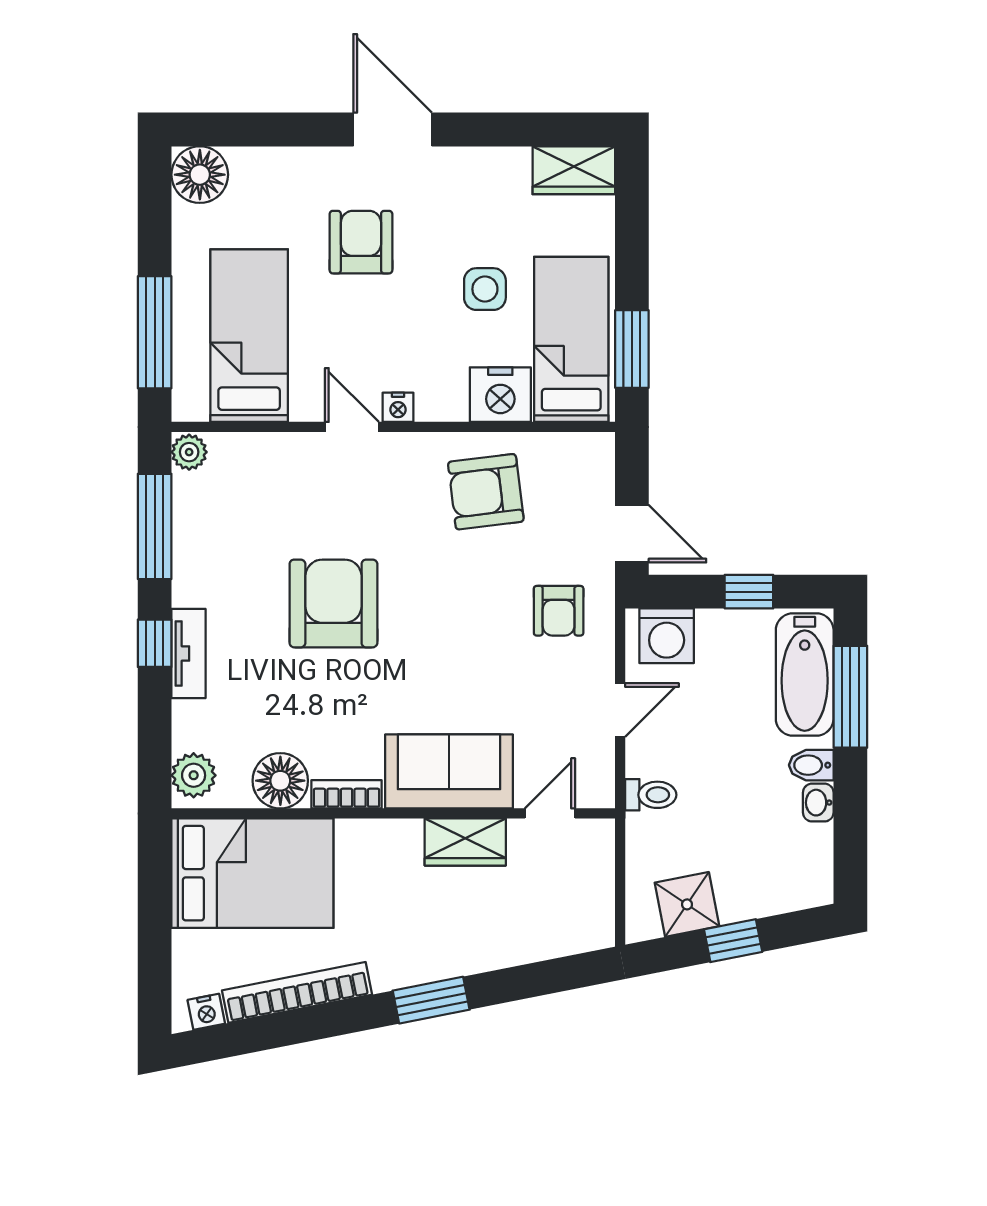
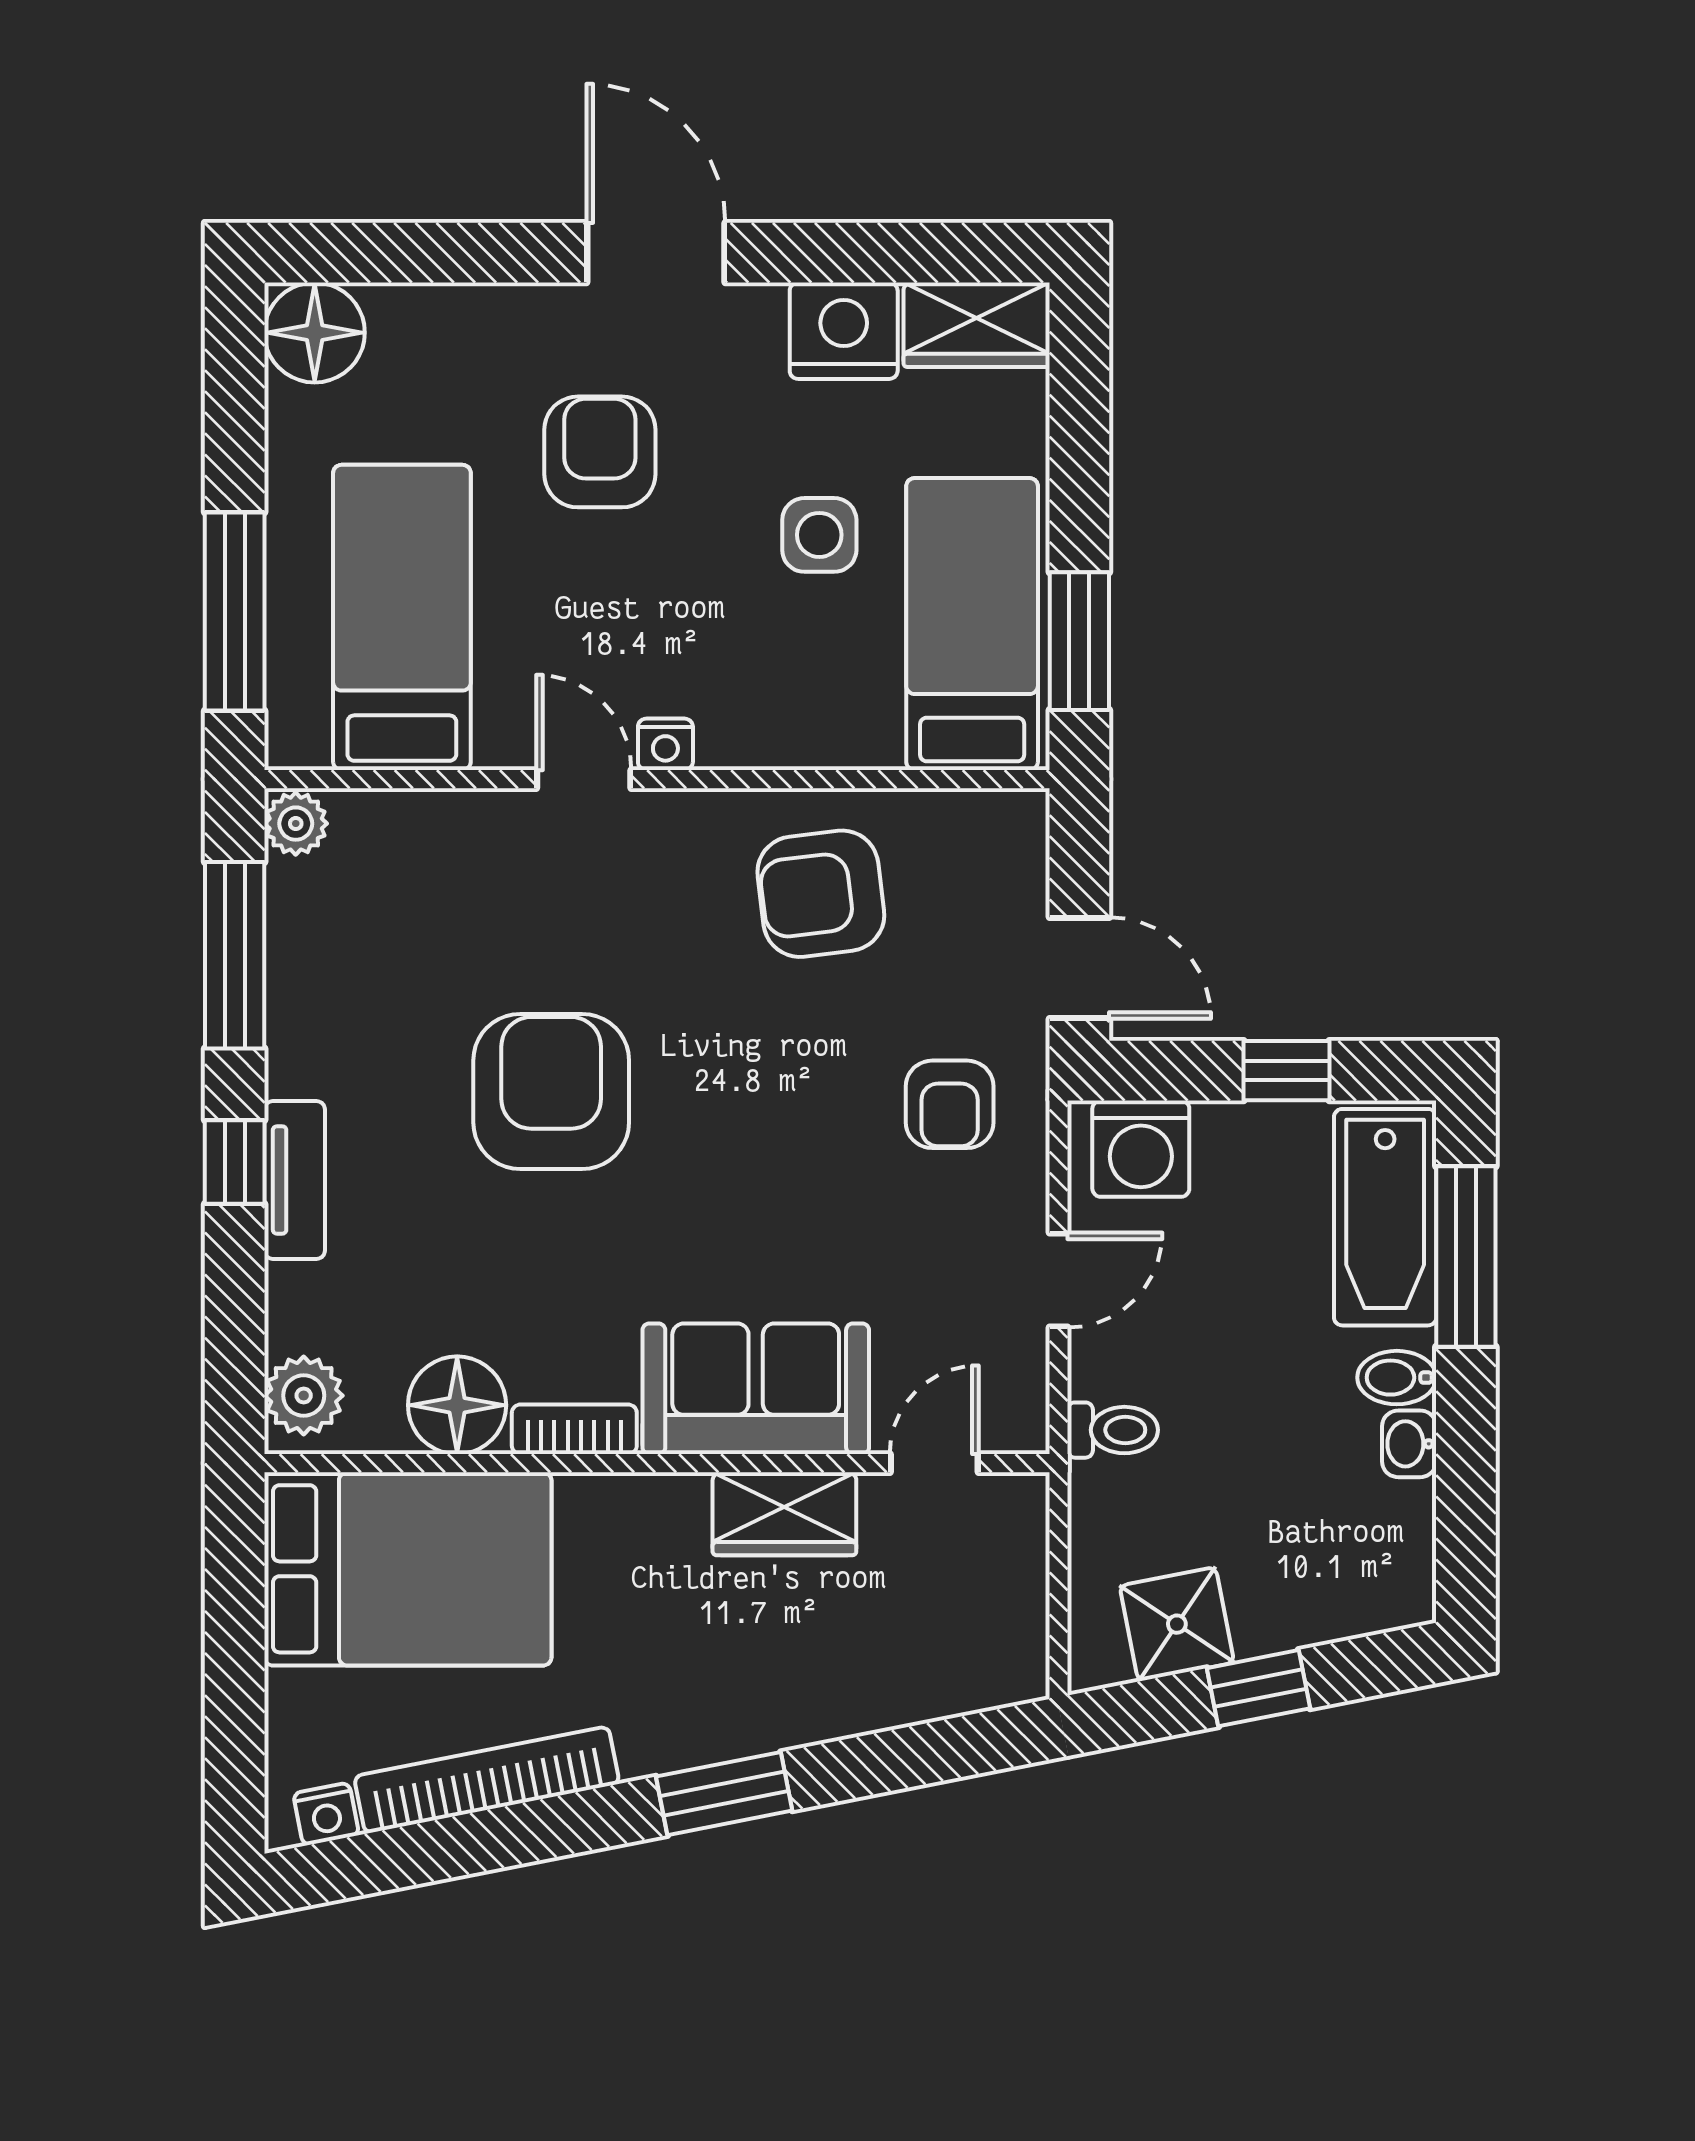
nightstand: (500, 395) -> (844, 331), moved, turned 180

